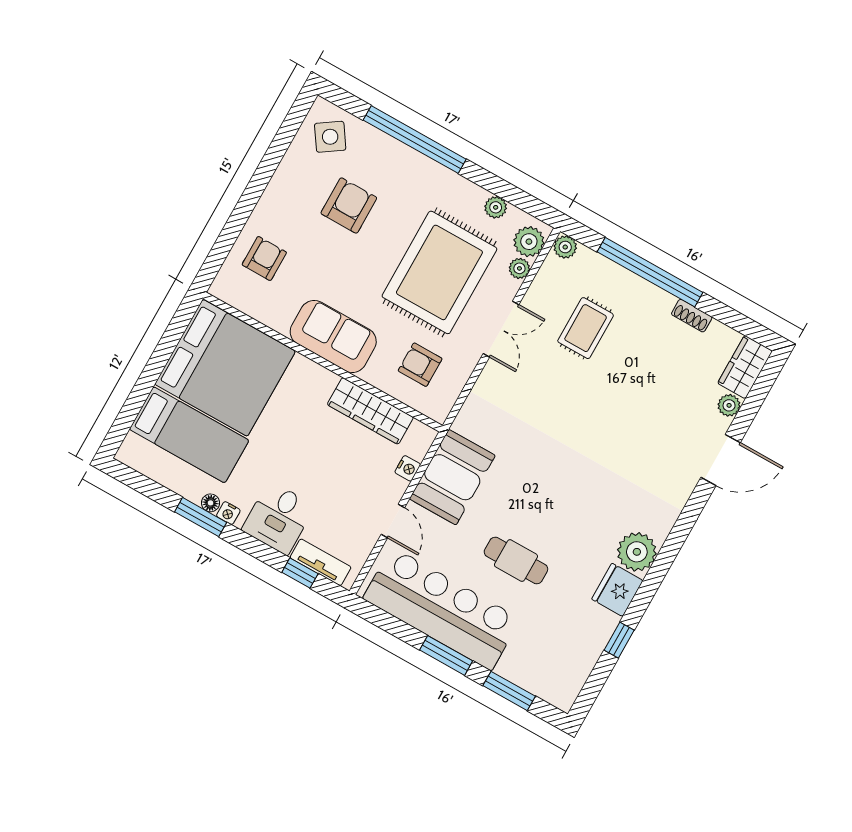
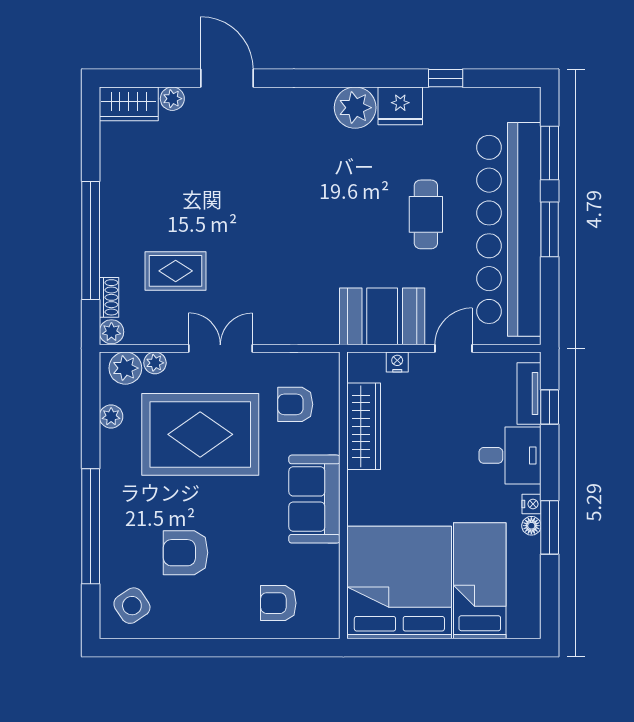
shoe rack: (692, 316) -> (109, 297), moved
armchair: (420, 365) -> (295, 404), turned 90
bar counter: (442, 609) -> (509, 229), width x1.36

